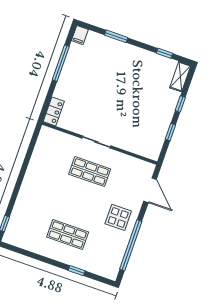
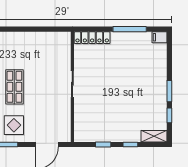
window: (116, 36) -> (169, 91), moved
locker: (54, 111) -> (92, 38), width x1.53
shop shelf: (90, 172) -> (14, 87), moved

